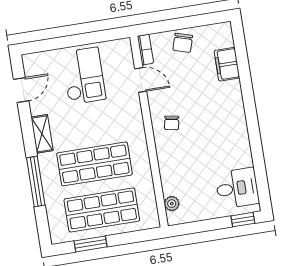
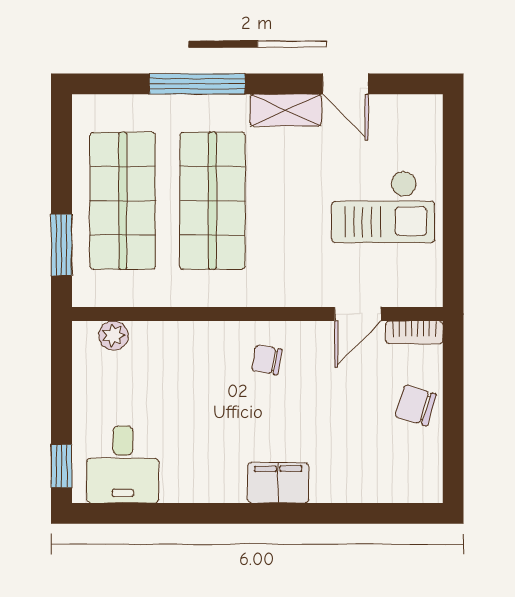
filing cabinet: (227, 64) -> (278, 483), moved
door: (21, 90) -> (345, 84), moved
window: (90, 244) -> (61, 245), moved

